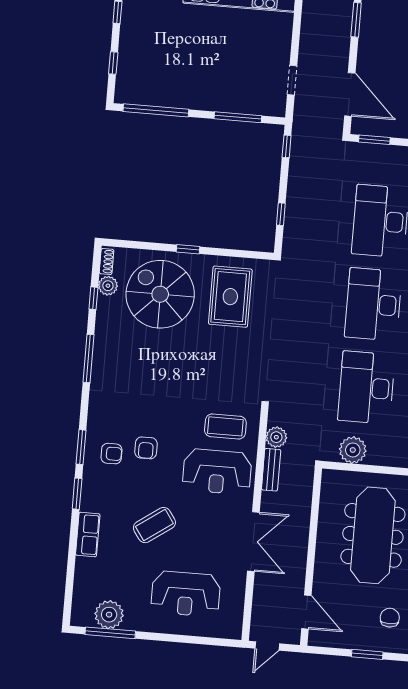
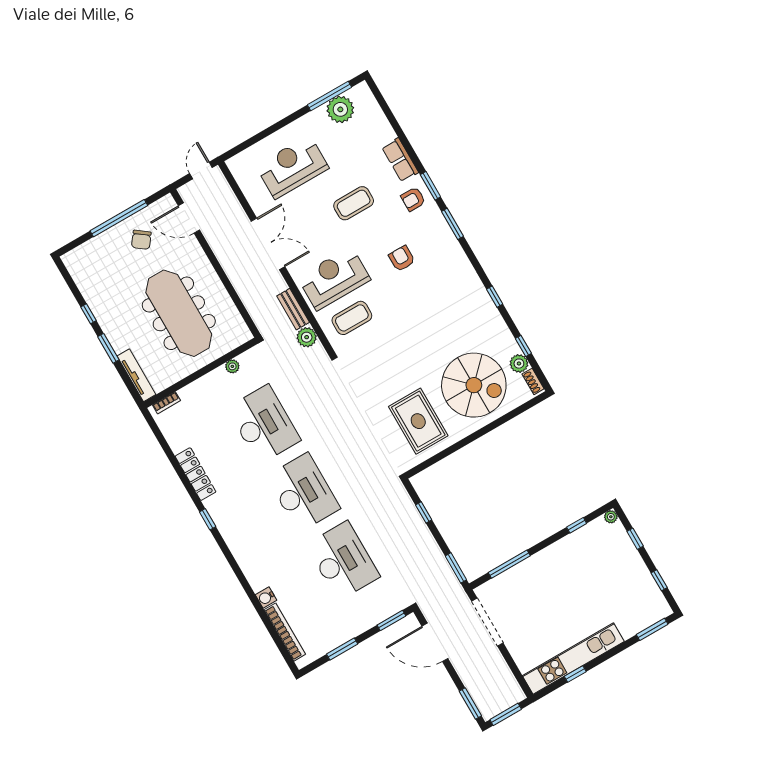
doorway: (292, 80) -> (487, 622), width x1.88
plant: (121, 97) -> (611, 517), added
window: (156, 110) -> (577, 525), width x0.32
window: (287, 146) -> (456, 568), width x1.50
window: (188, 249) -> (477, 435), removed
window: (88, 358) -> (495, 297), width x0.46
plant: (353, 450) -> (232, 366), width x0.53, depth x0.53
armchair: (111, 454) -> (413, 199), moved
coffee table: (154, 525) -> (354, 203), turned 35
double door: (253, 542) -> (268, 244), swing flipped
chair: (390, 618) -> (141, 240), moved, turned 37
window: (367, 654) -> (119, 218), width x2.11

